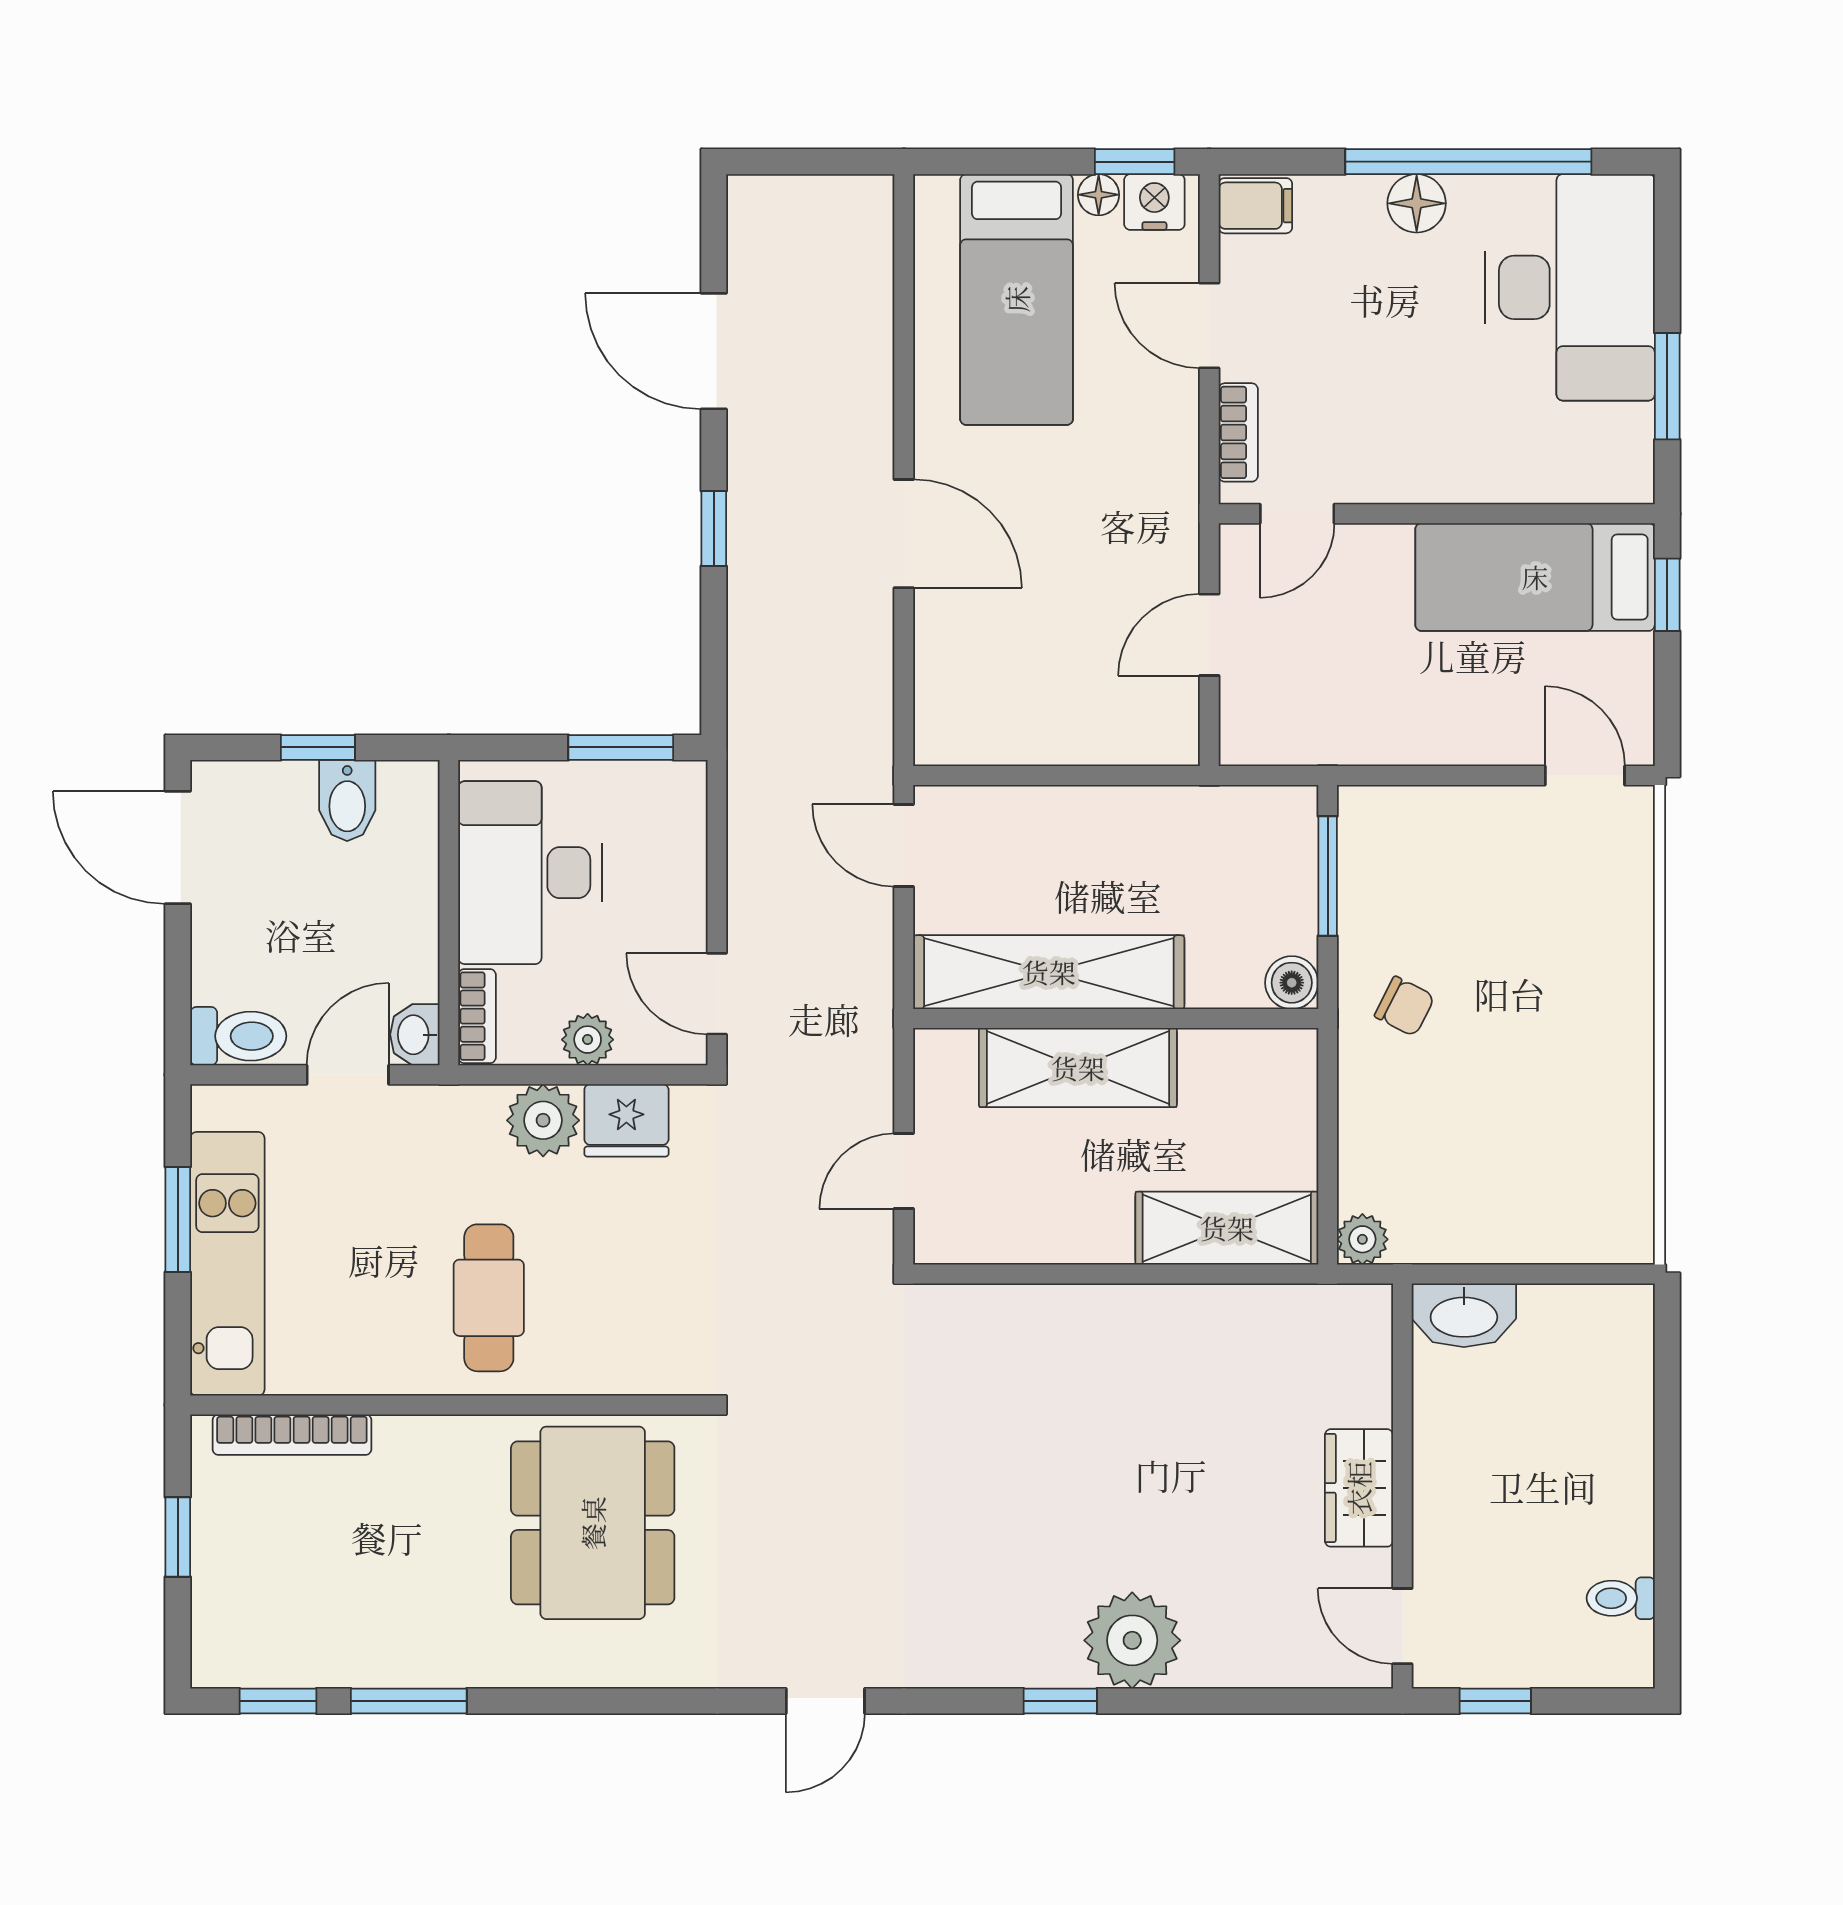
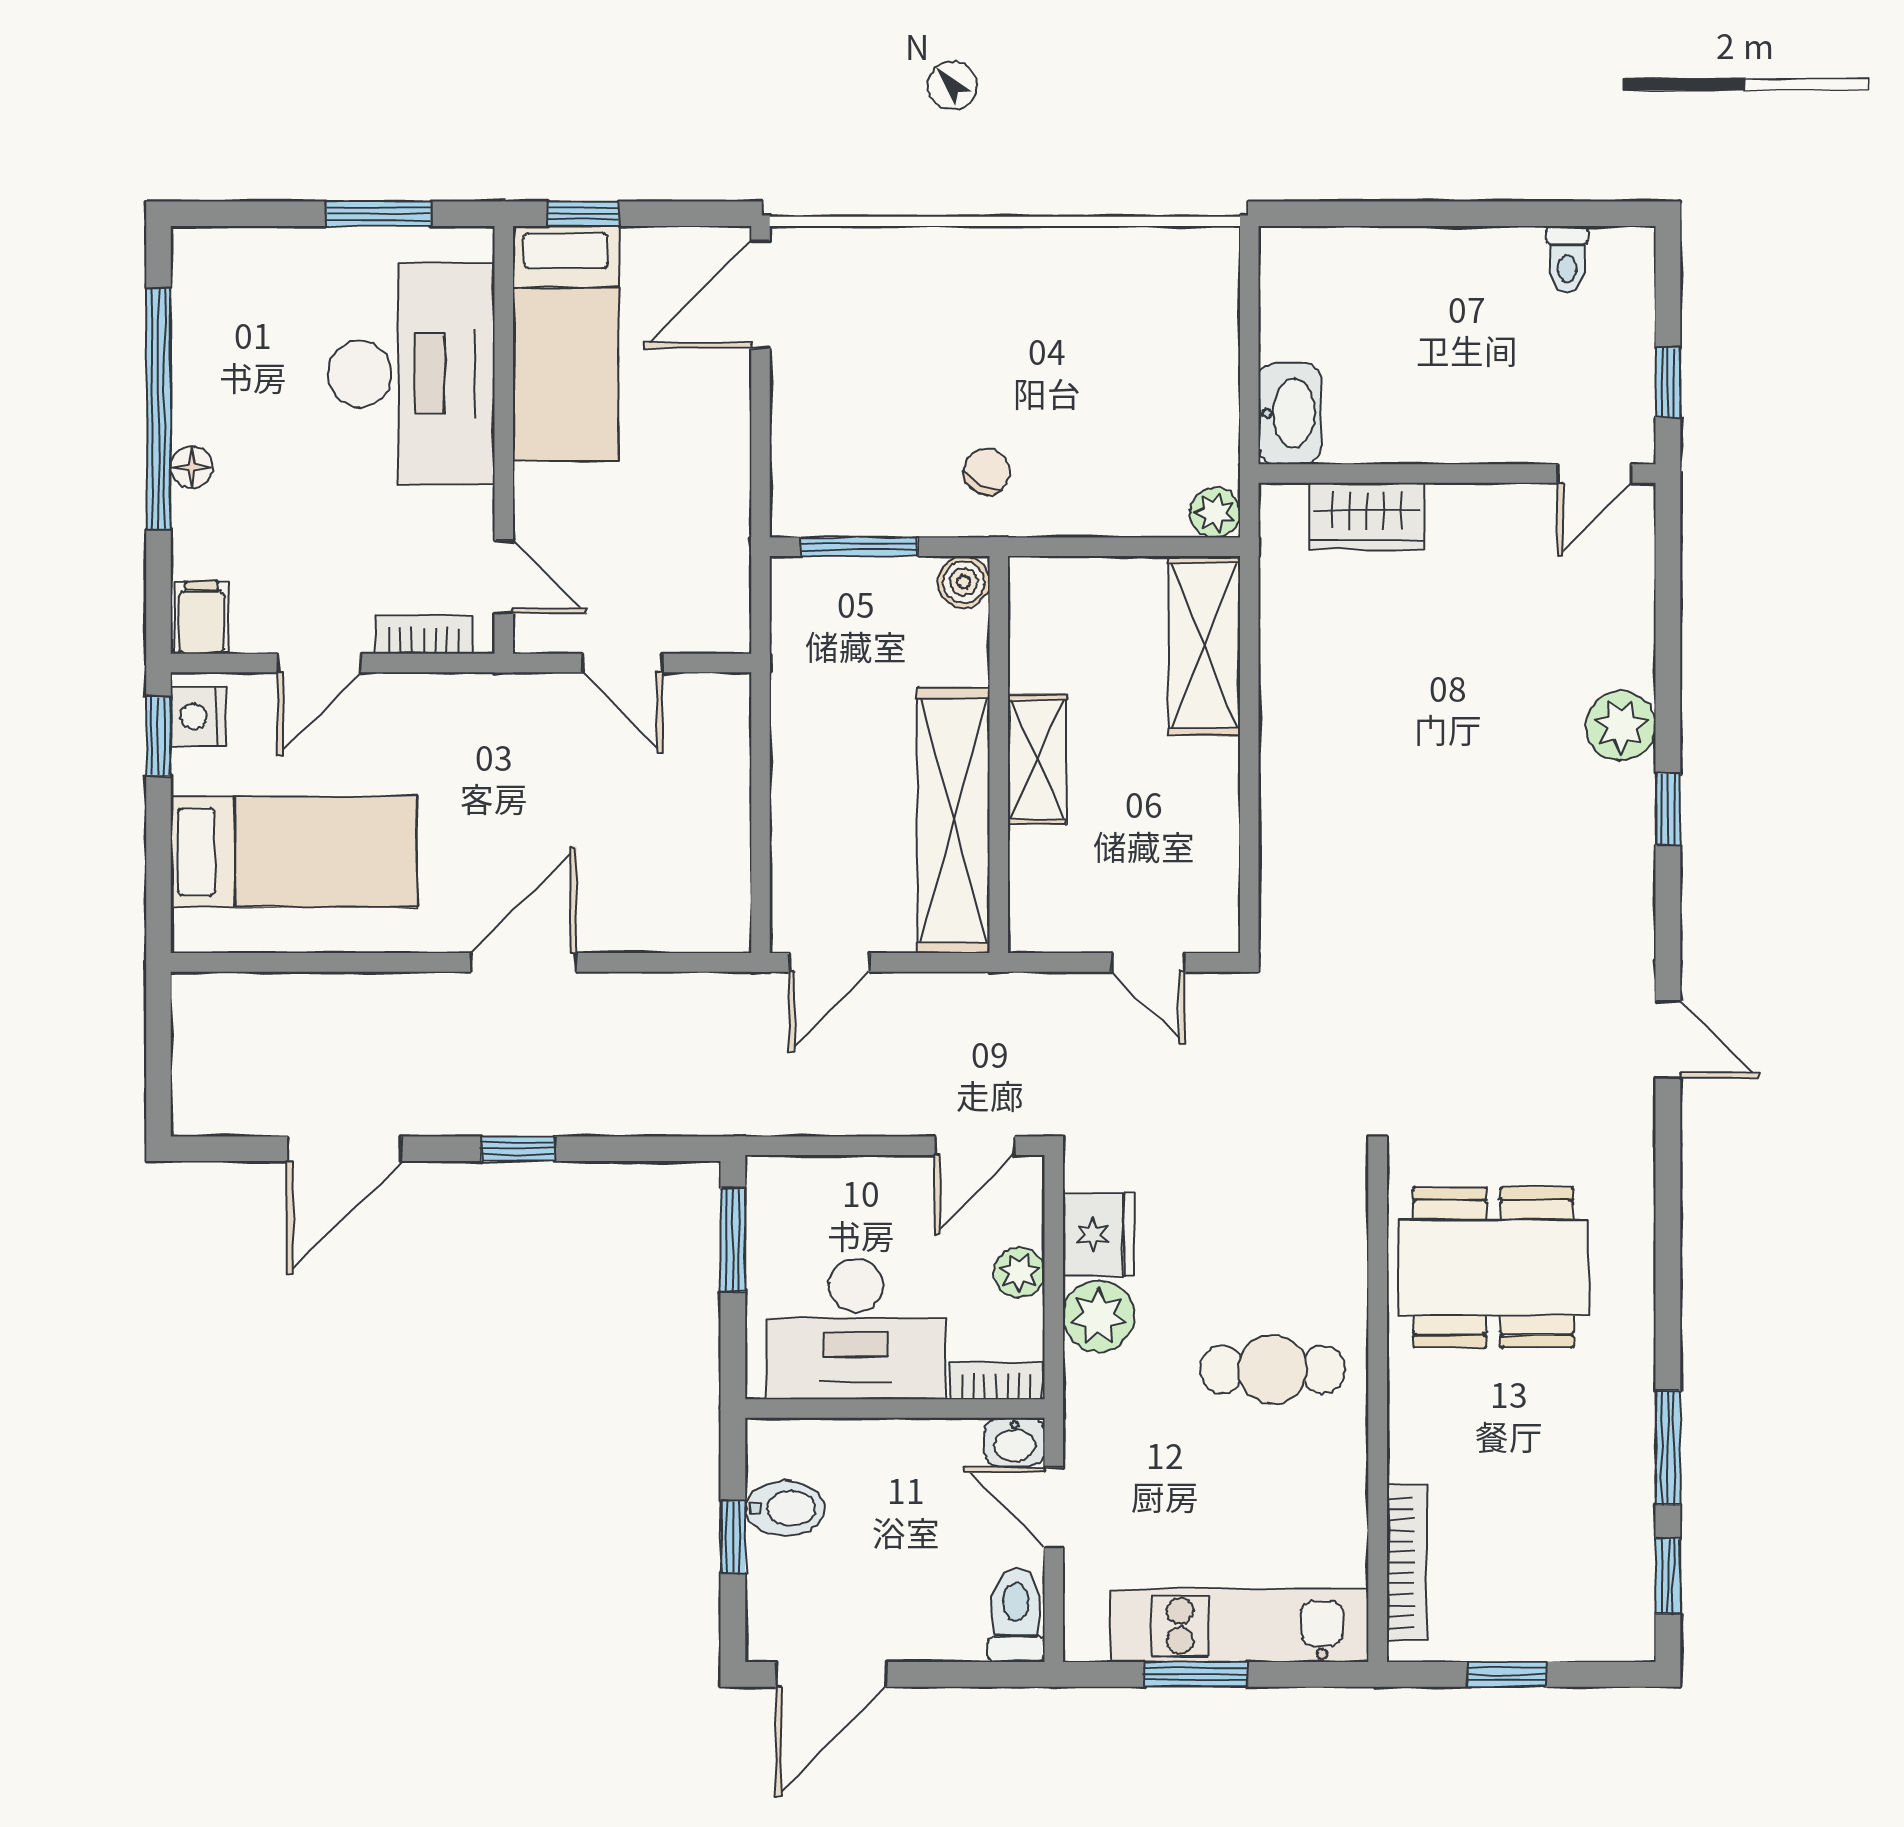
floor lamp: (1099, 195) -> (191, 771), removed
floor lamp: (1417, 203) -> (192, 467), width x0.73, depth x0.73
desk: (1570, 287) -> (411, 374), moved, turned 90
door: (1585, 776) -> (760, 294), width x1.38
shelving: (1078, 1068) -> (1037, 759), width x0.67, depth x0.75
wardrobe: (1359, 1488) -> (1366, 516), moved
plant: (1132, 1640) -> (1621, 726), width x0.73, depth x0.73

